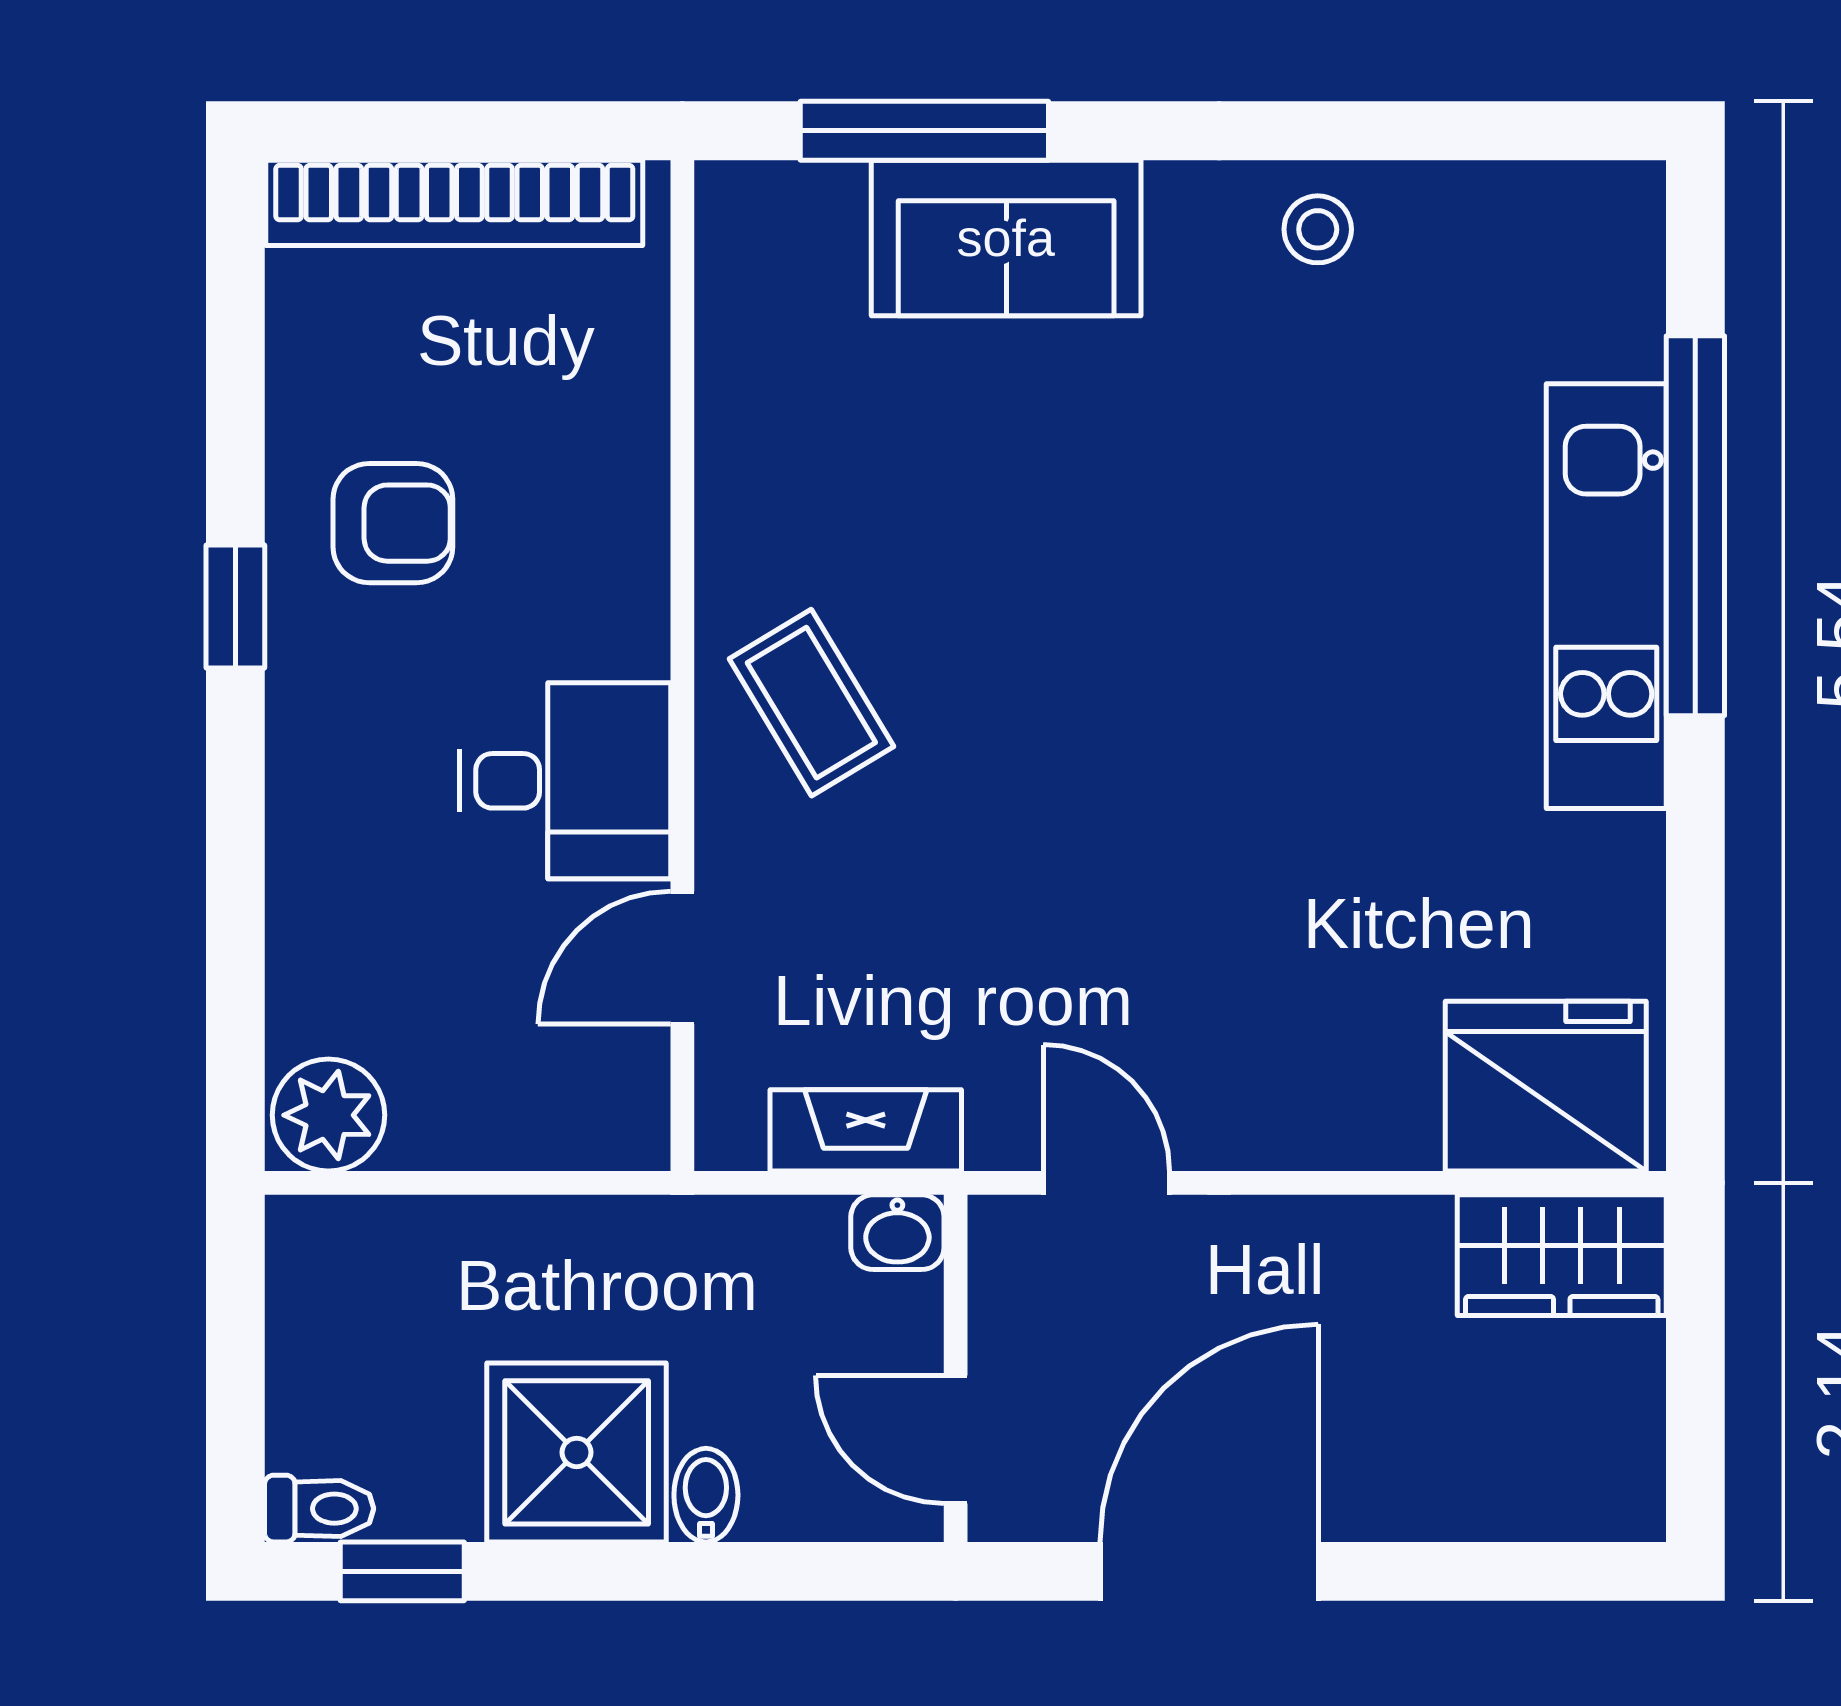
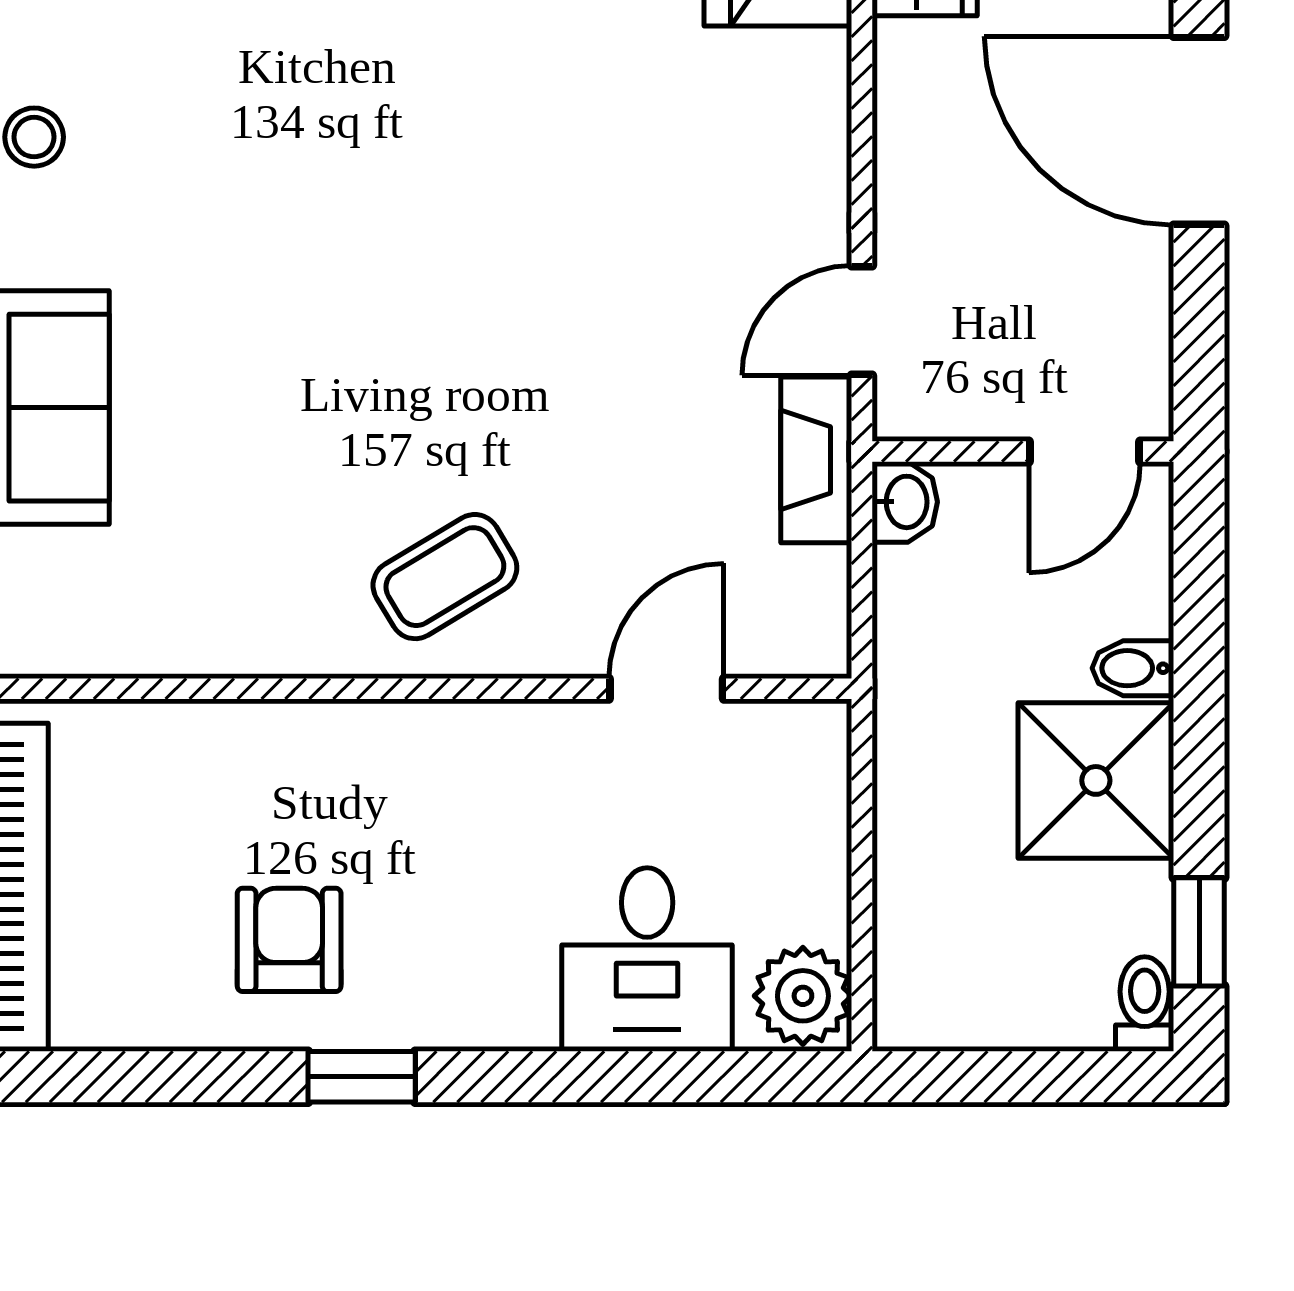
desk: (565, 781) -> (647, 959), moved, turned 180
door: (682, 958) -> (666, 689), swing flipped
fireplace: (866, 1130) -> (816, 460), moved
door: (1209, 1571) -> (1199, 131), moved

